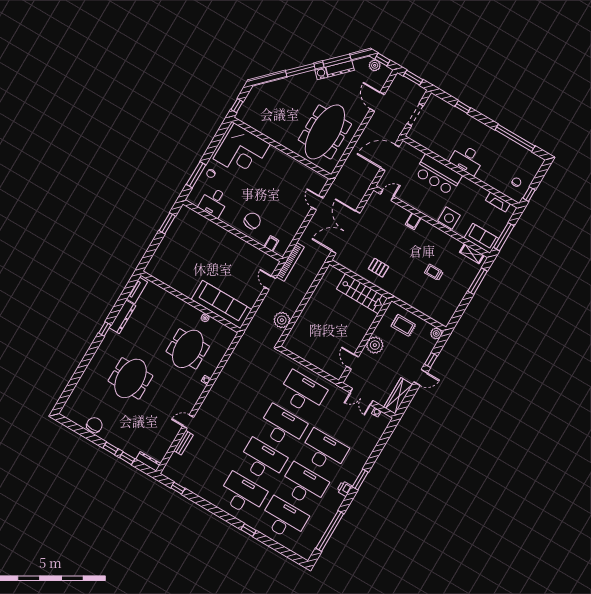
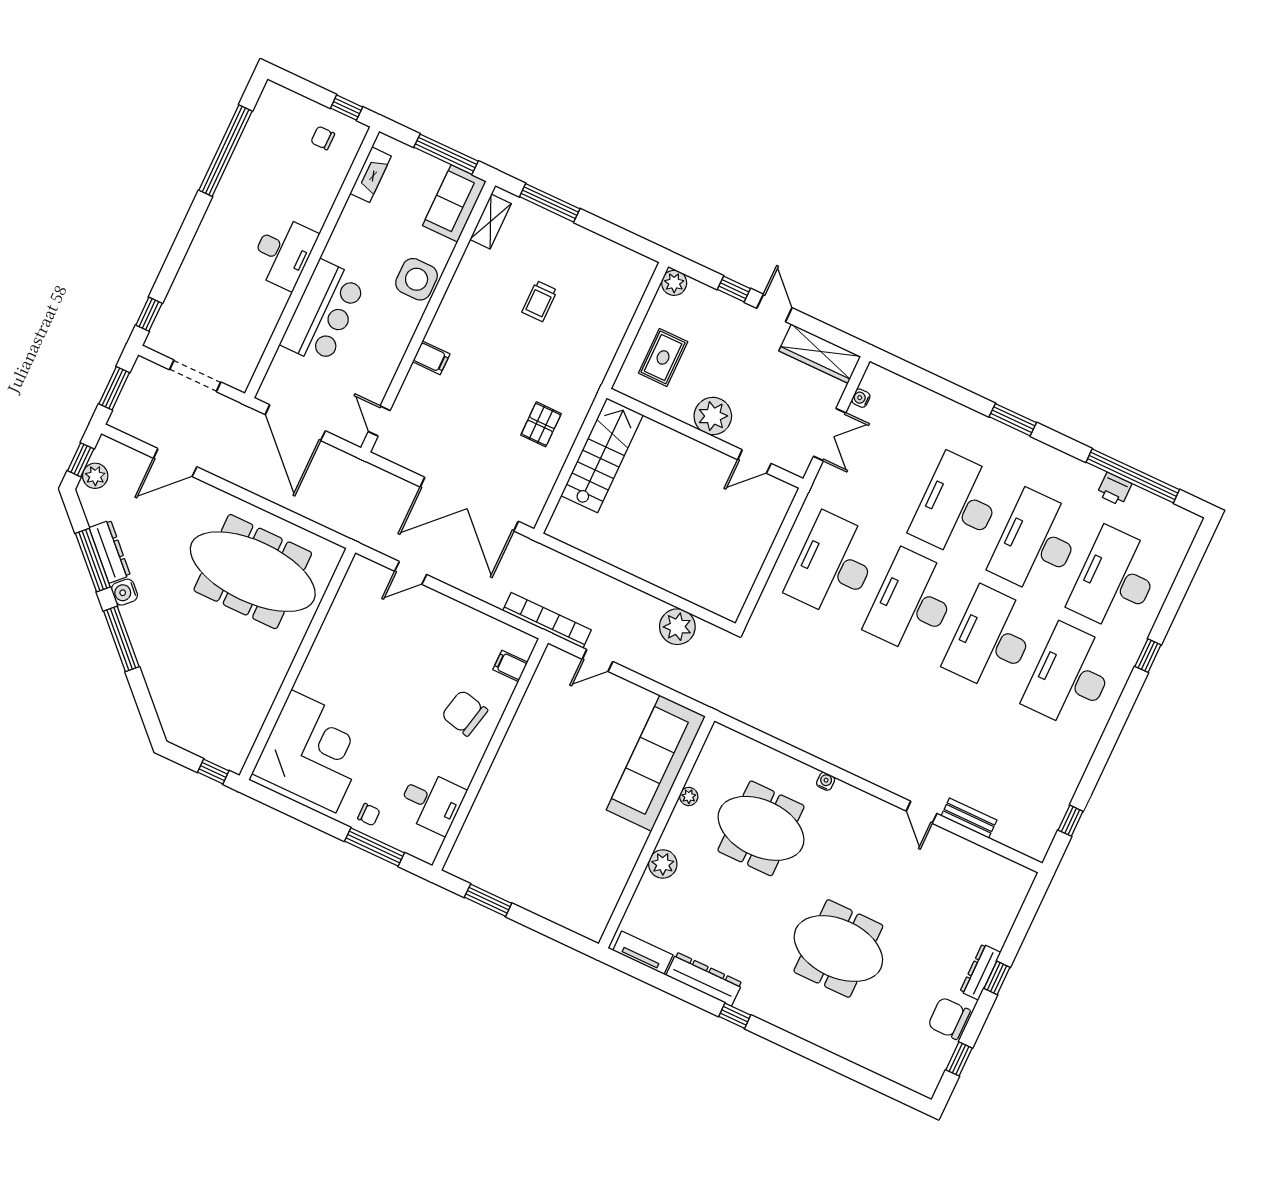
window: (463, 107) -> (149, 314), moved
plant: (176, 303) -> (663, 864), added
window: (127, 458) -> (959, 1059), moved
dresser: (148, 461) -> (980, 972), moved
printer: (344, 489) -> (1114, 489), moved

